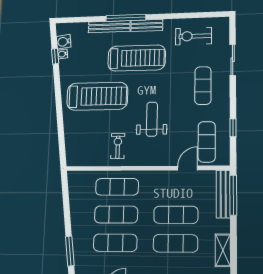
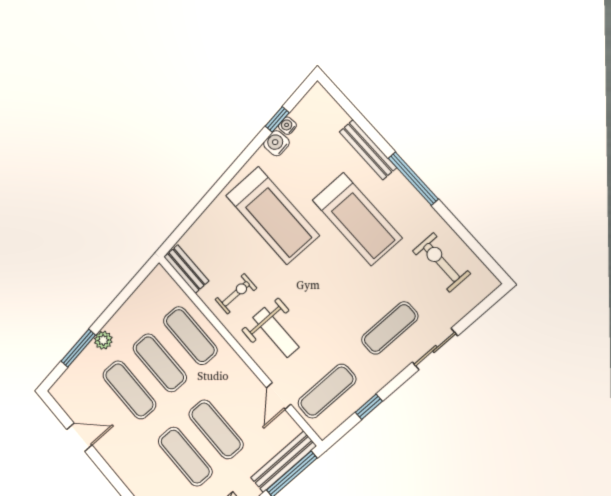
window: (126, 18) -> (413, 179), moved
bench: (147, 25) -> (186, 269), moved
water cooler: (64, 42) -> (276, 143), moved
sliding door: (233, 60) -> (435, 349), moved
weight bench: (152, 119) -> (276, 332), moved, turned 90
door: (188, 168) -> (279, 396), swing flipped
plant: (78, 234) -> (103, 340), added

